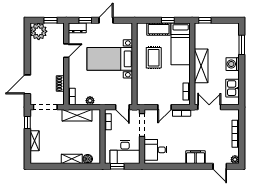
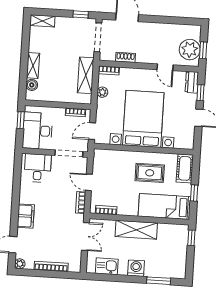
cot: (159, 29) -> (185, 168), moved
plant: (39, 31) -> (190, 50), moved
bed with nightstands: (110, 59) -> (143, 119), width x1.36
shelving: (35, 141) -> (42, 21), moved

